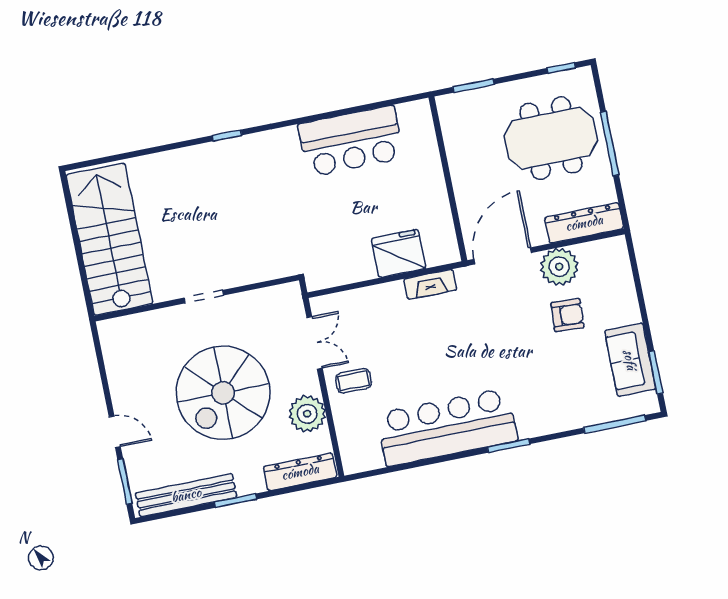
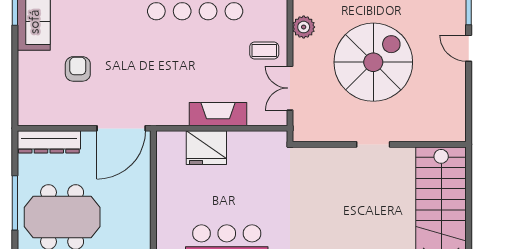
plant: (559, 267) -> (77, 110), removed
fireplace: (430, 284) -> (218, 114), moved, width x1.37, depth x1.32
armchair: (567, 315) -> (78, 69), turned 87
plant: (307, 414) -> (304, 27), width x0.73, depth x0.73

